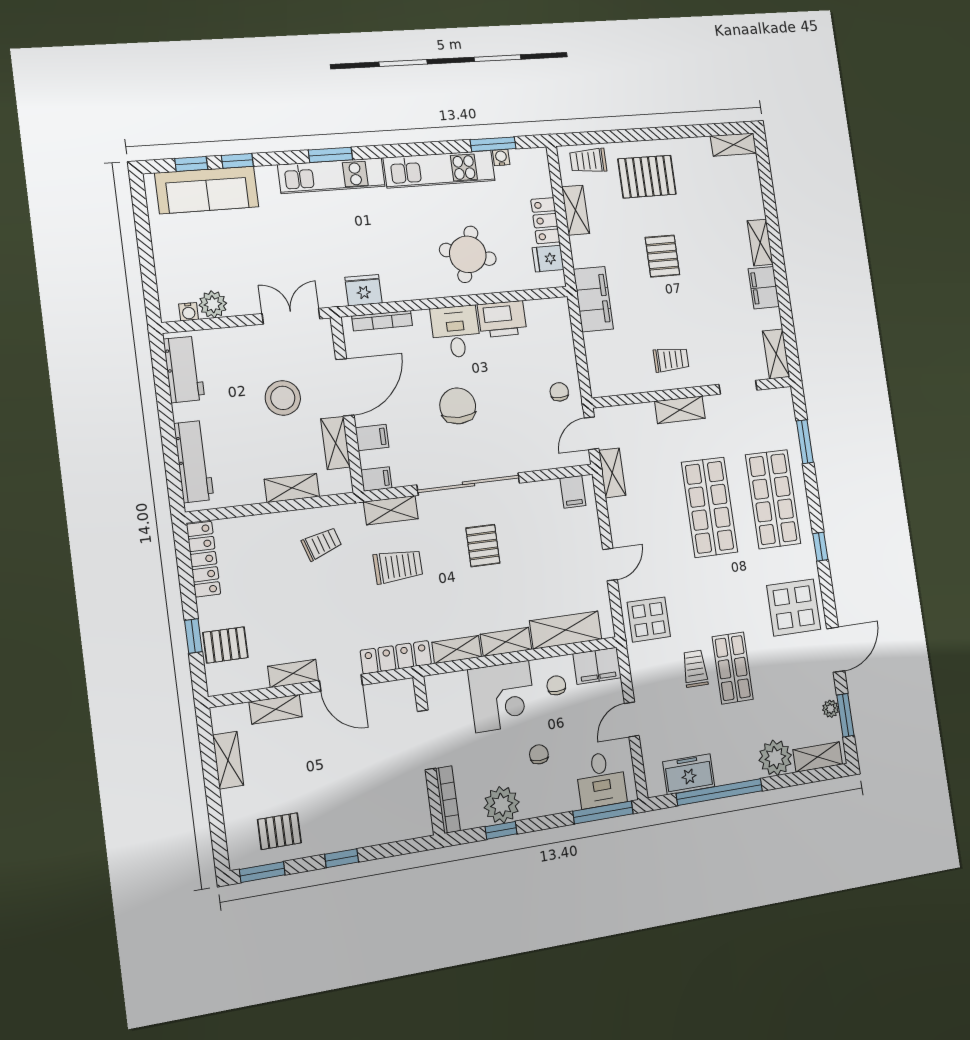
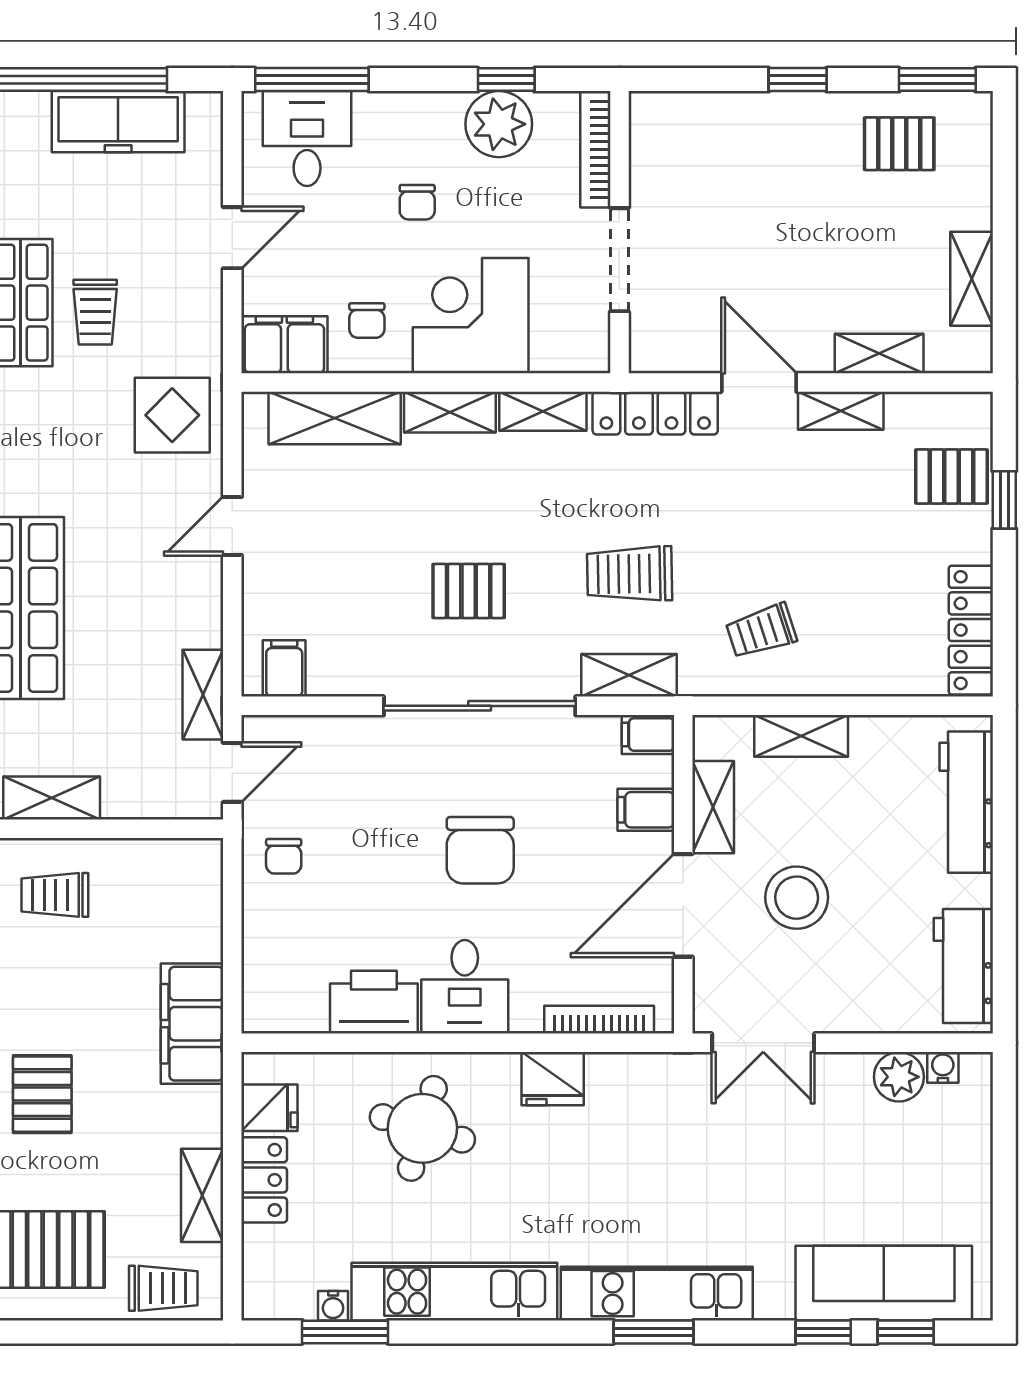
fridge: (363, 290) -> (553, 1079), moved
pallet: (483, 546) -> (469, 591), turned 90
freezer: (689, 774) -> (118, 122), width x1.40

